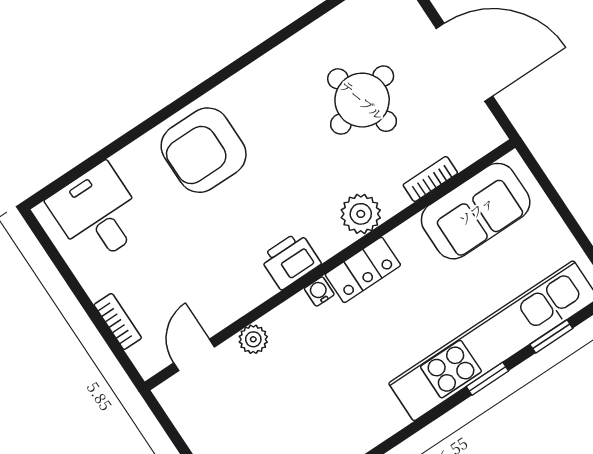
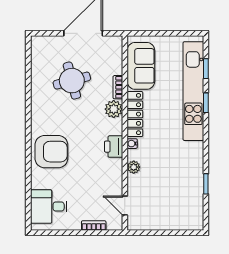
armchair: (204, 150) -> (51, 152), turned -90
bookcase: (430, 179) -> (118, 87), moved
locker: (363, 270) -> (135, 114), width x1.53
plant: (253, 339) -> (134, 167), moved

